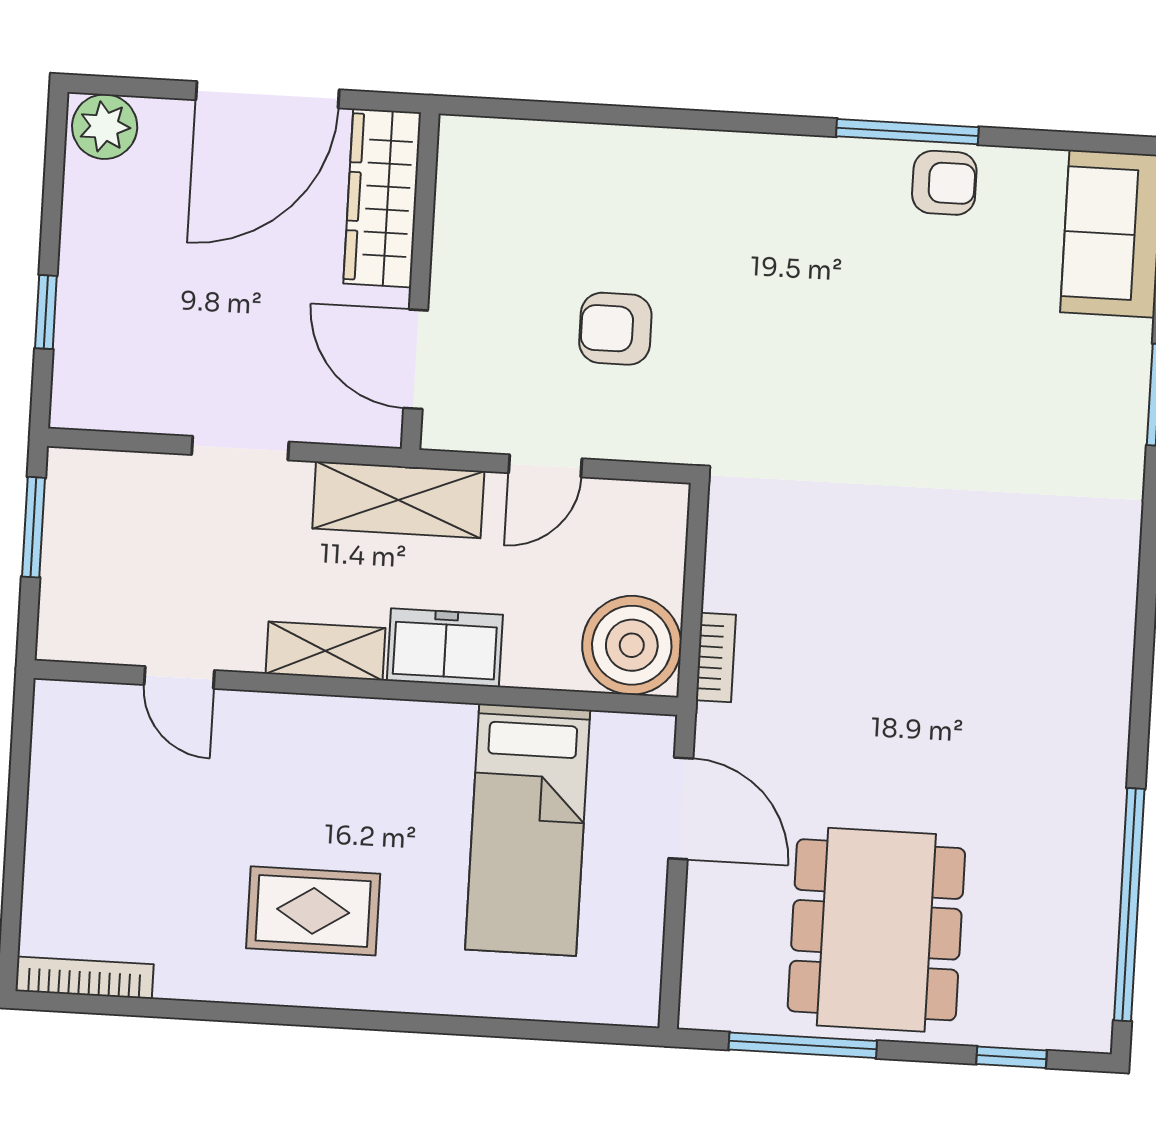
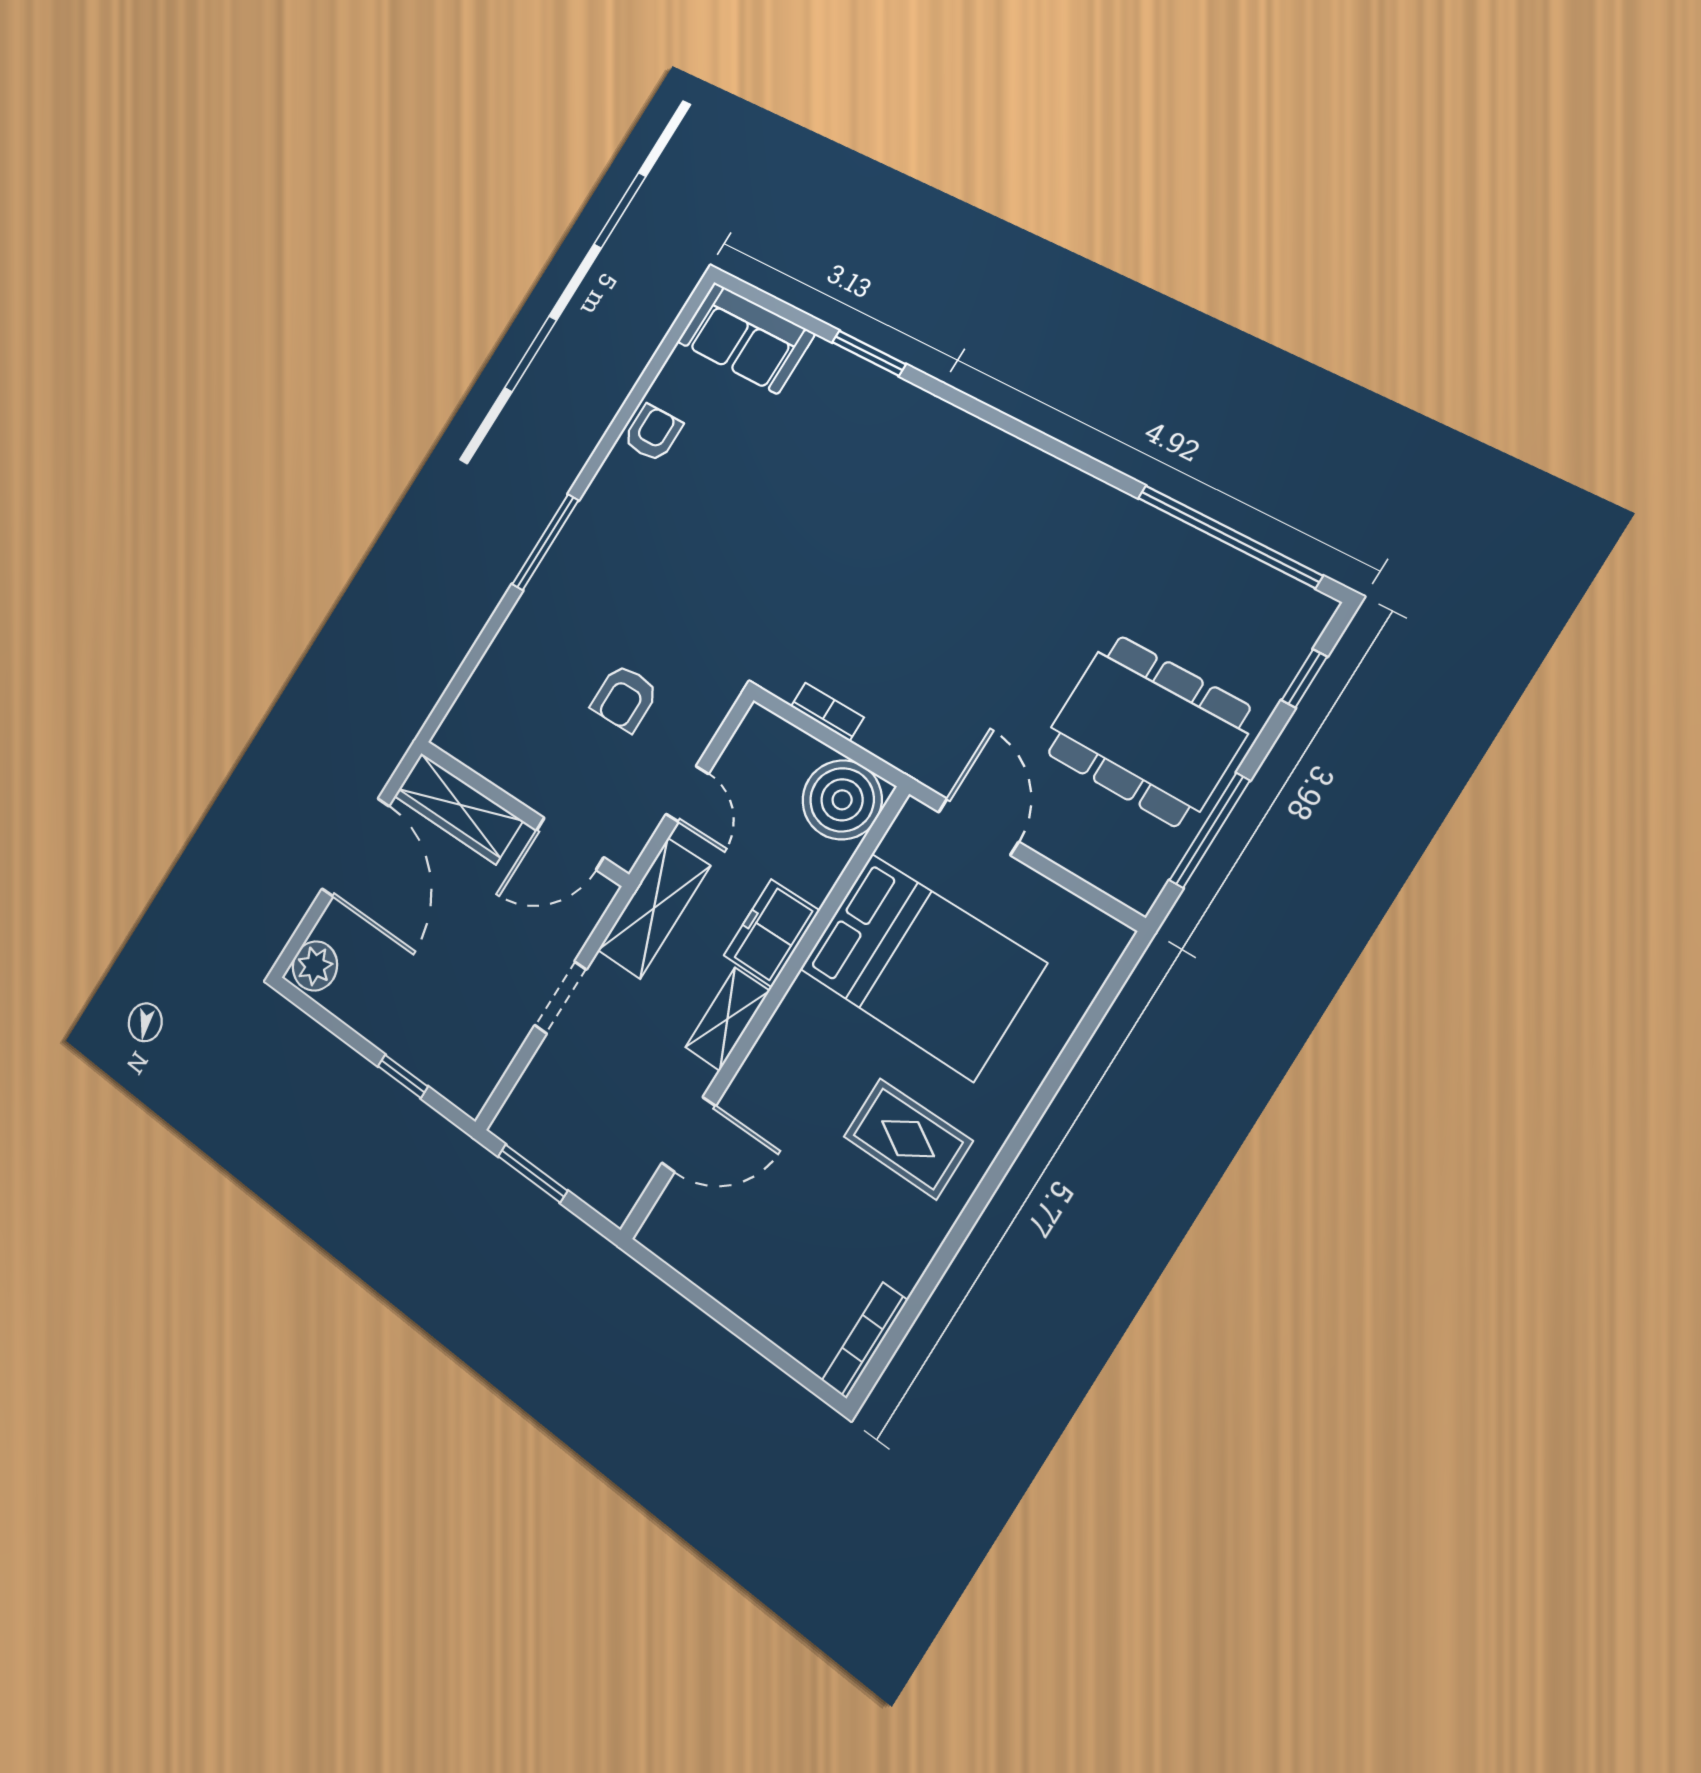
window: (907, 132) -> (545, 542), moved
bookcase: (716, 657) -> (827, 712), moved
door: (179, 678) -> (689, 1134), width x1.38
door: (681, 808) -> (978, 827), hinge flipped
bed: (528, 830) -> (922, 966), width x1.50
rug: (313, 911) -> (908, 1139), turned 90

